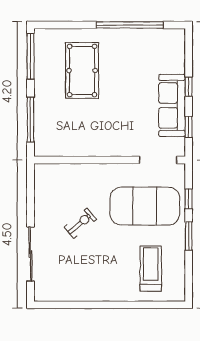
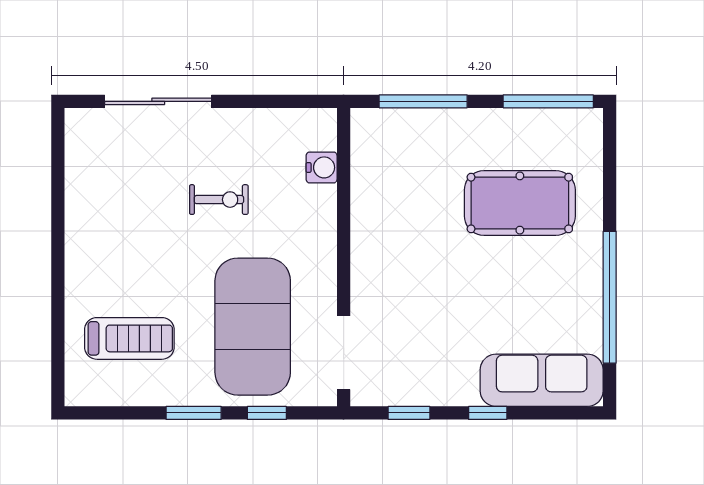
sofa: (172, 105) -> (542, 380), moved
water cooler: (64, 171) -> (322, 167), added
exercise bike: (80, 223) -> (219, 200), turned -50

